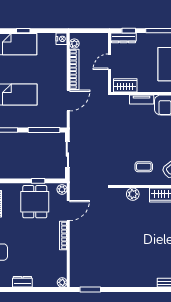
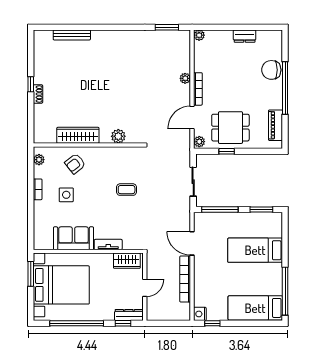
window: (23, 31) -> (212, 323), moved
plant: (74, 44) -> (185, 78), moved
door: (68, 101) -> (192, 243), hinge flipped
coffee table: (144, 167) -> (127, 190), moved
dining table: (35, 202) -> (230, 128), turned 90

